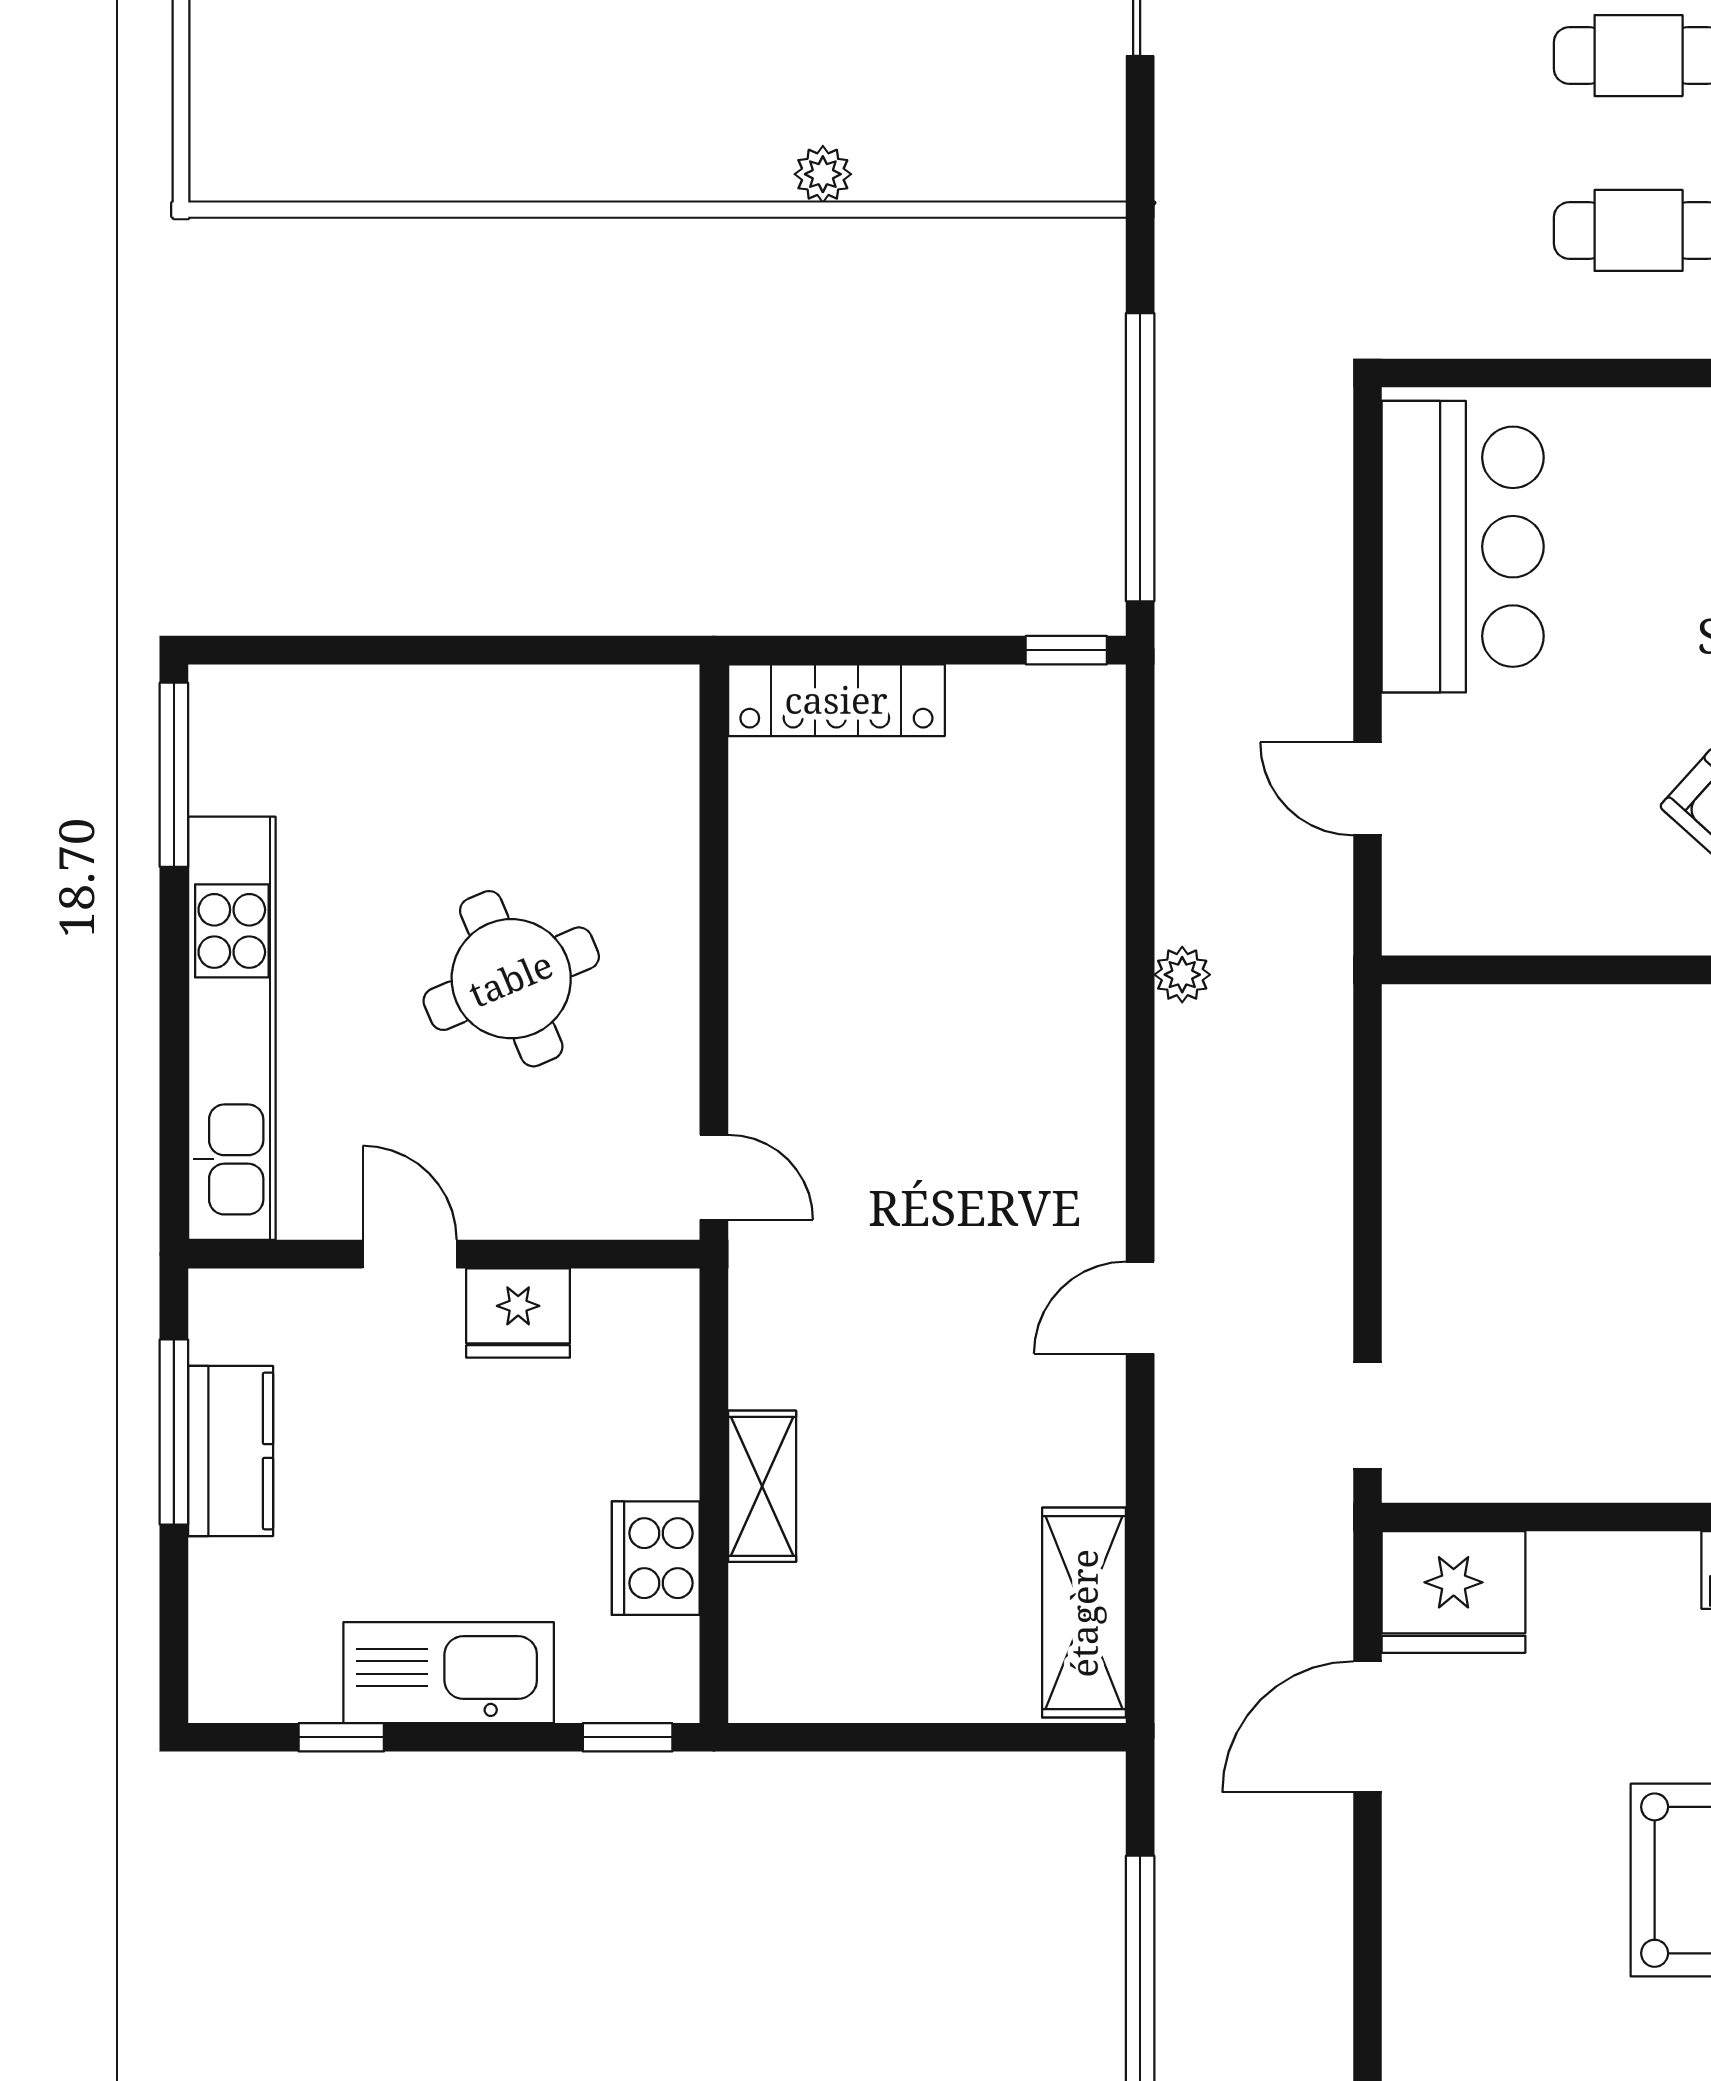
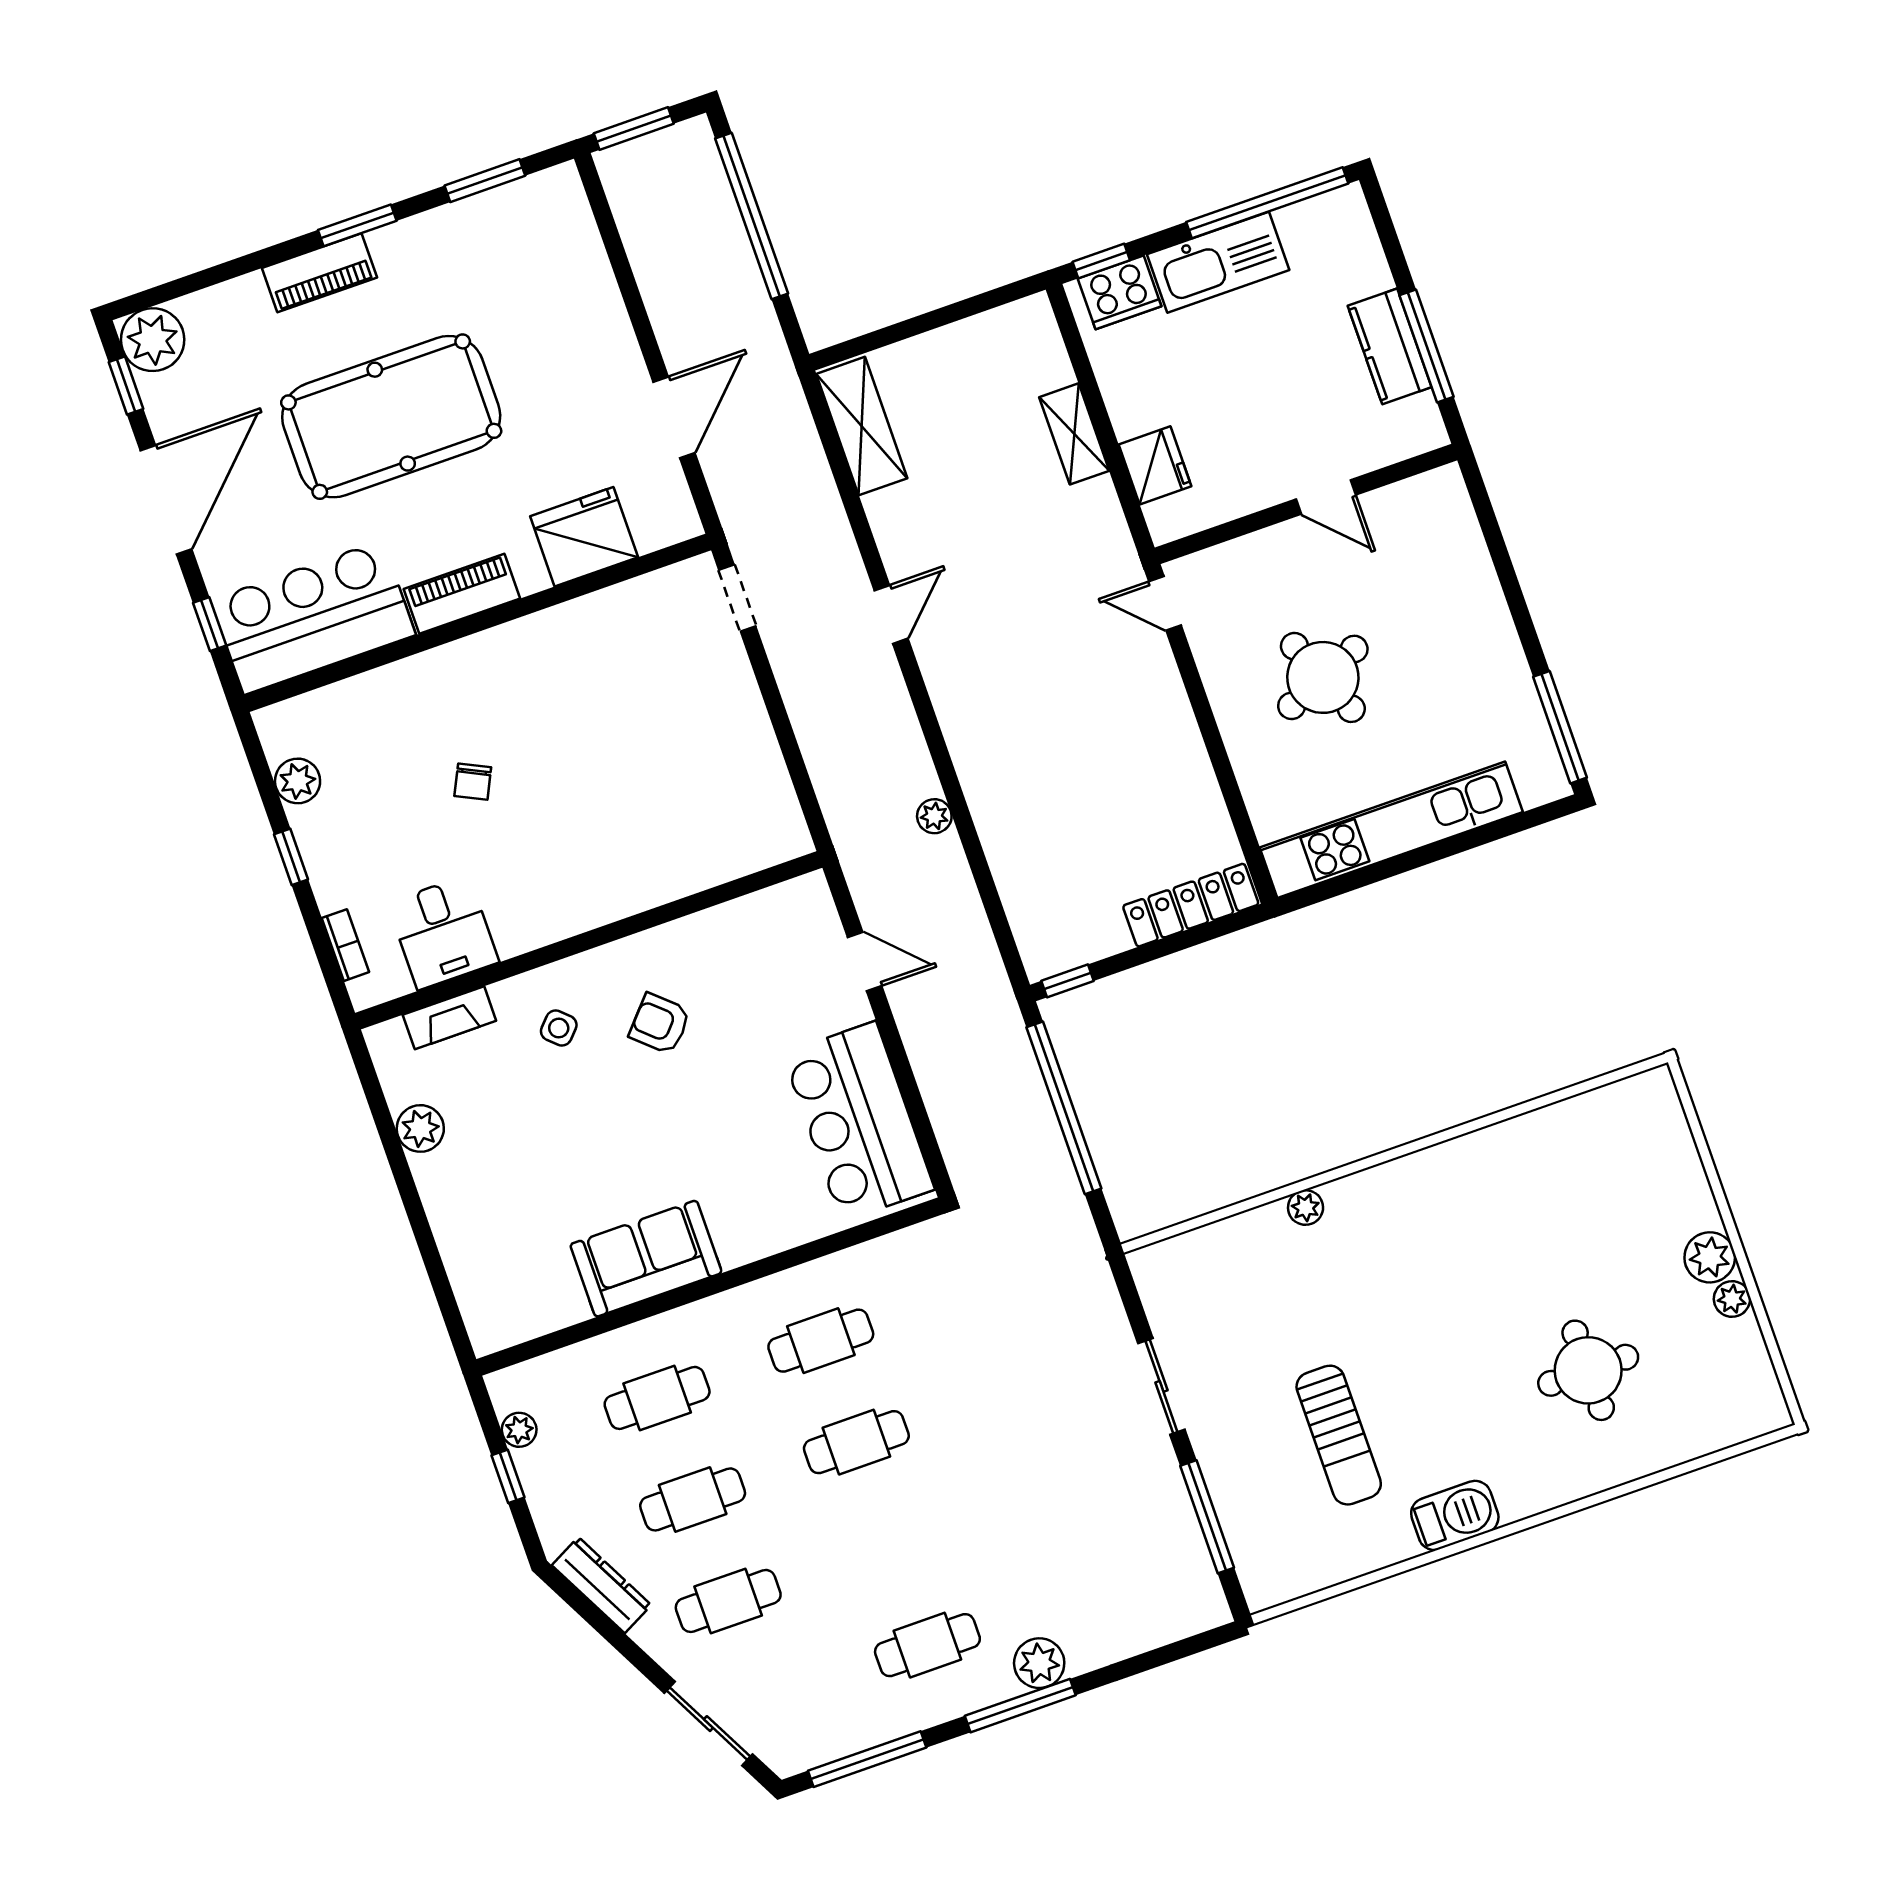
kitchen unit: (232, 1028) -> (1391, 830), moved, turned 90
fridge: (518, 1313) -> (1155, 465), moved, turned 90
cooker: (656, 1558) -> (1120, 292), moved, turned 90
fridge: (1454, 1592) -> (584, 537), moved
window: (341, 1737) -> (1267, 203), width x3.17

